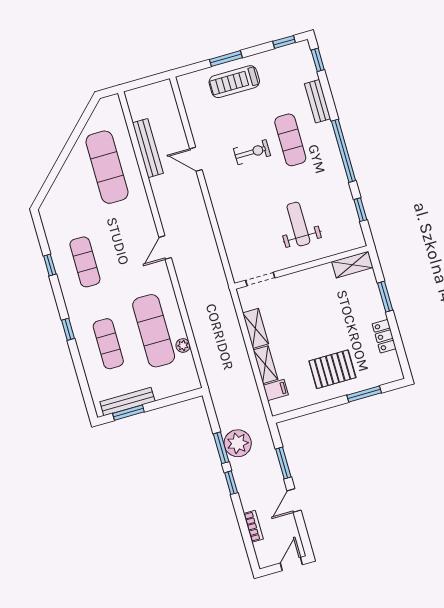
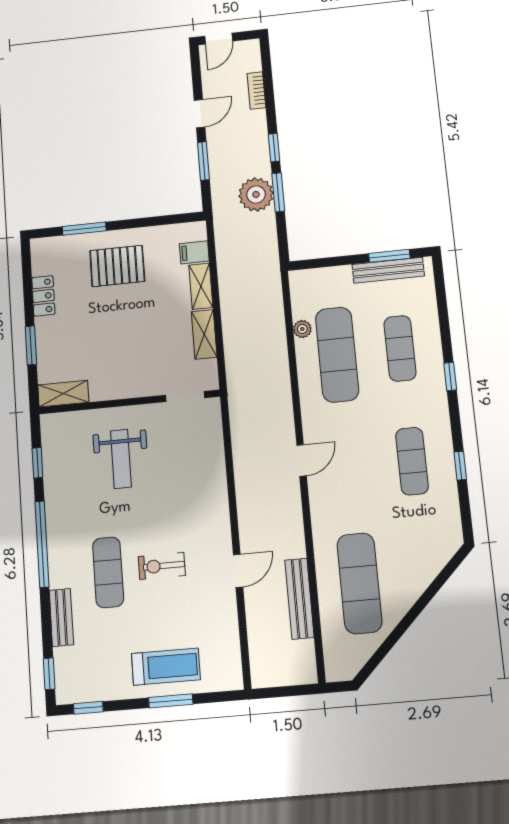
door: (196, 159) -> (238, 571), hinge flipped

